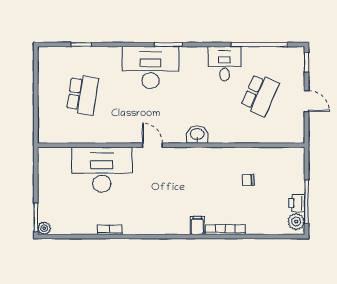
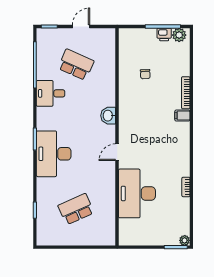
school desk: (83, 95) -> (76, 209), turned -33

